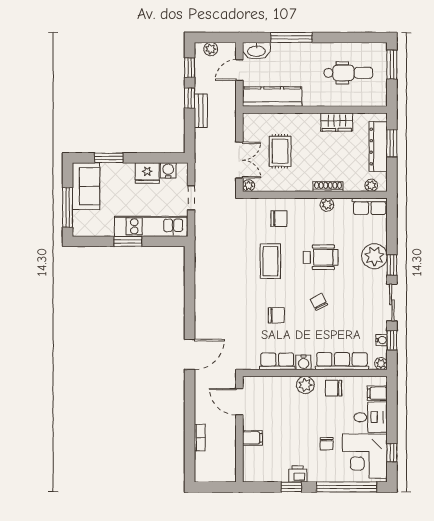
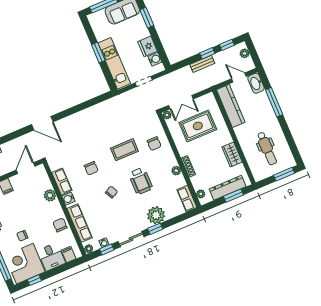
rug: (280, 151) -> (198, 126), width x1.36, depth x1.43
plant: (305, 385) -> (50, 195), moved

